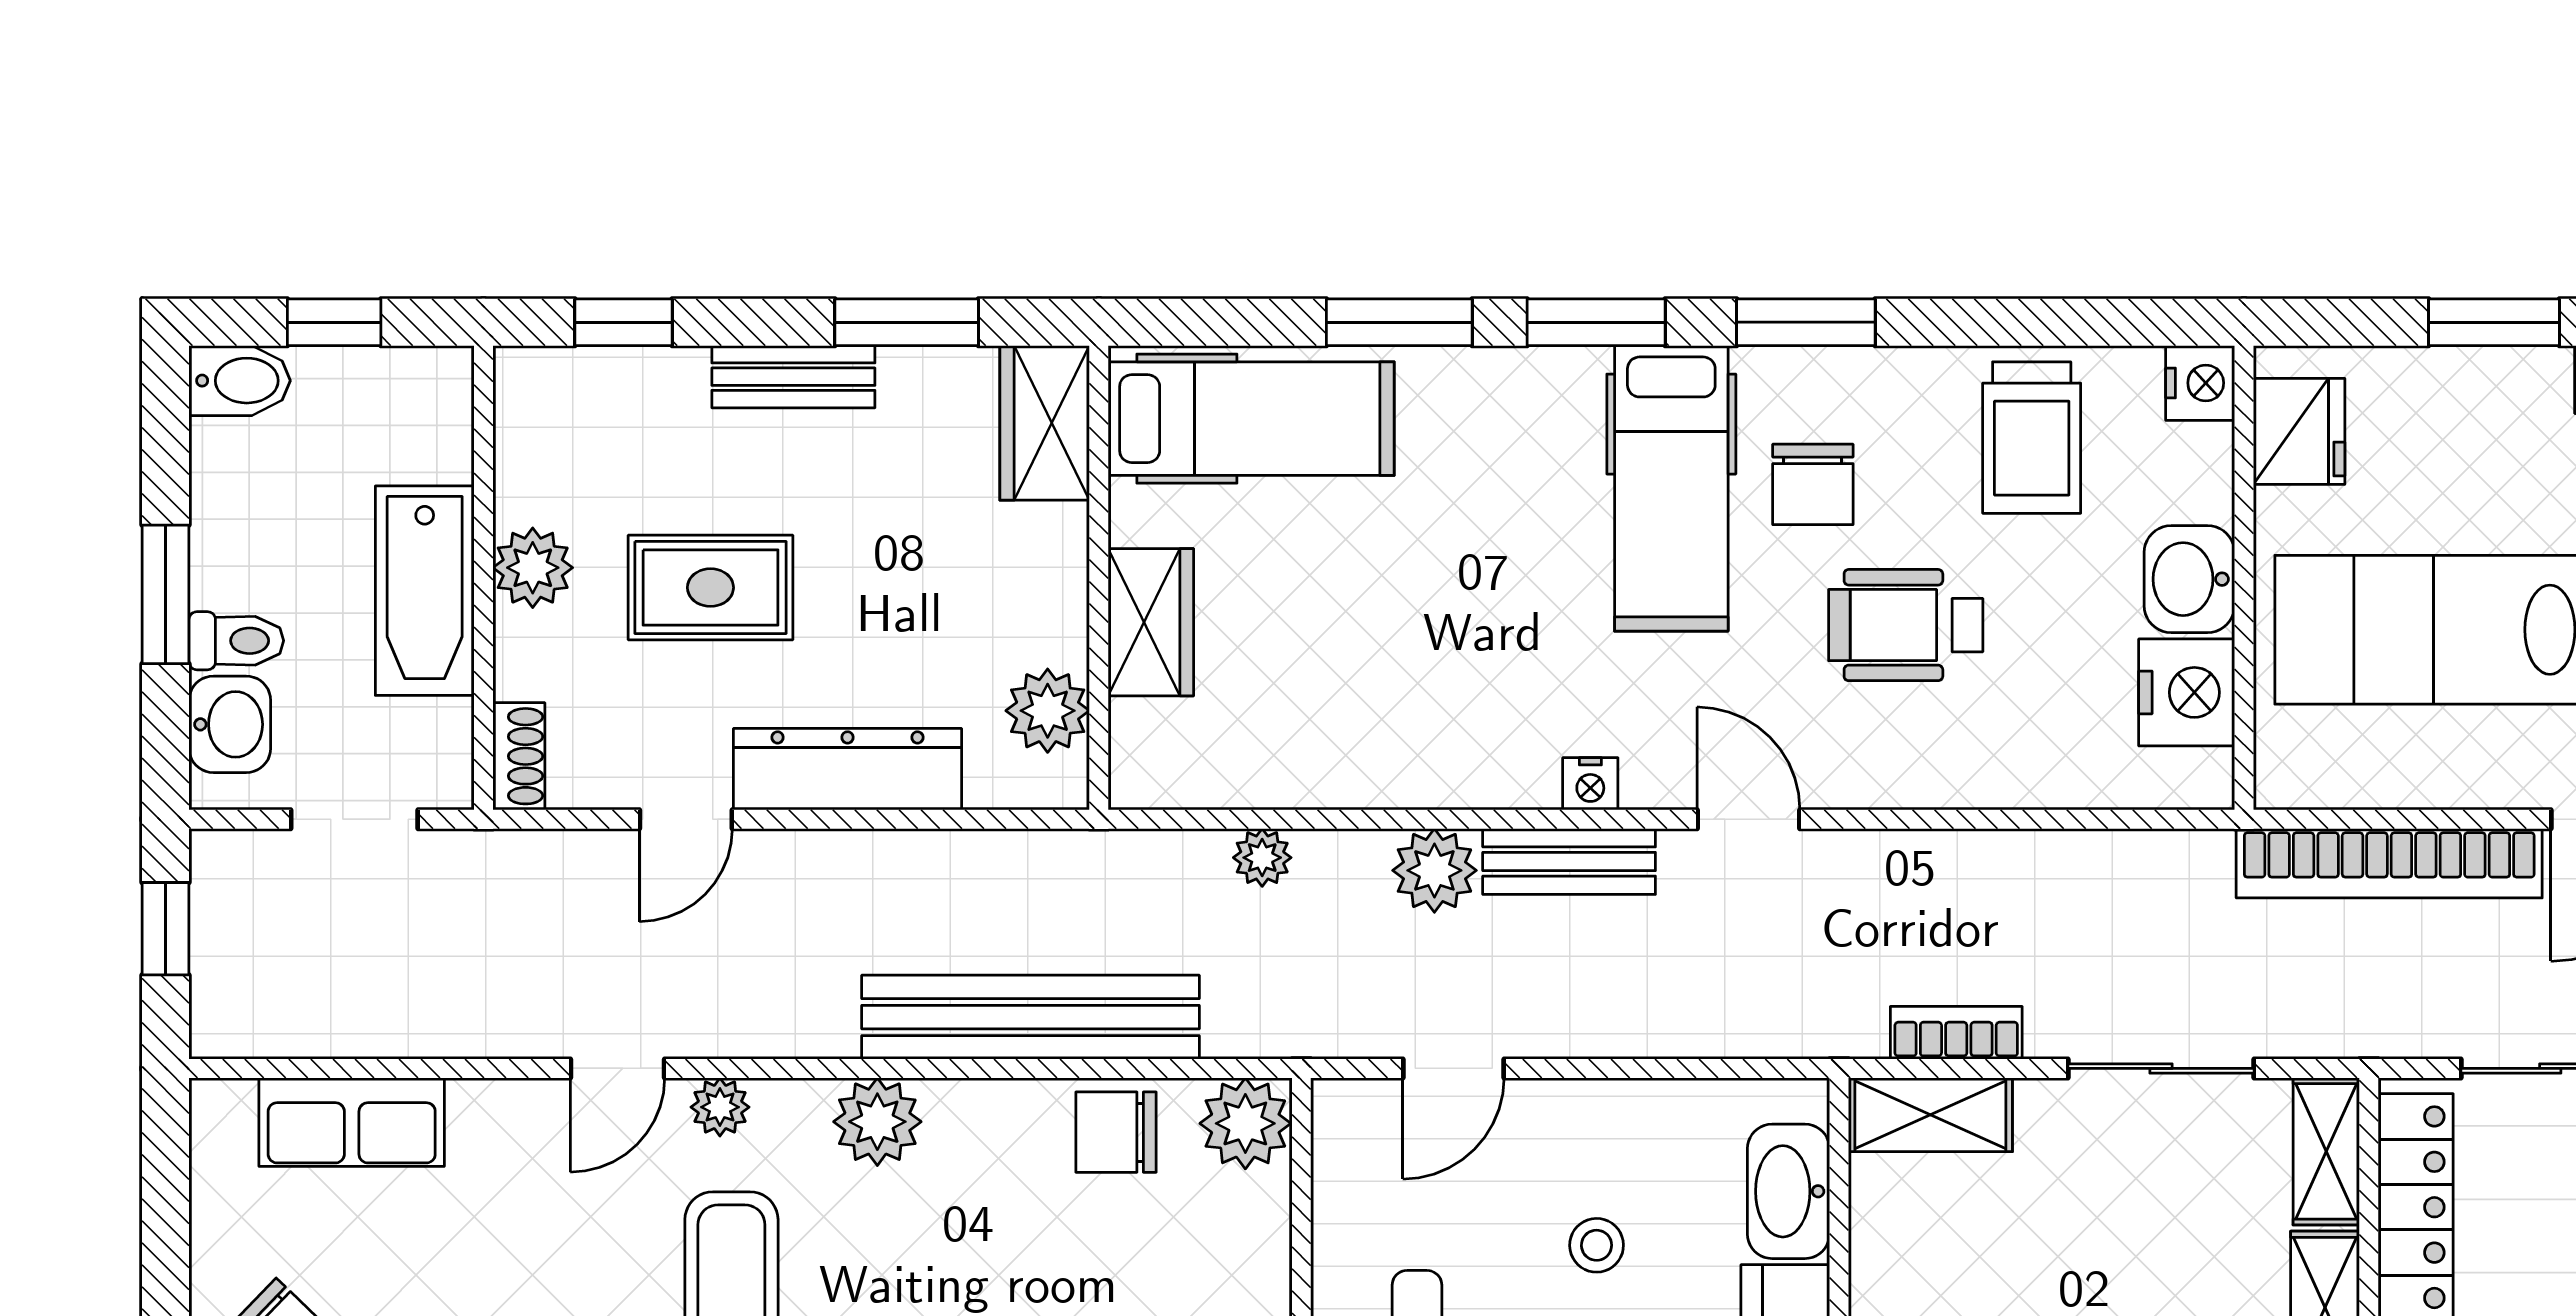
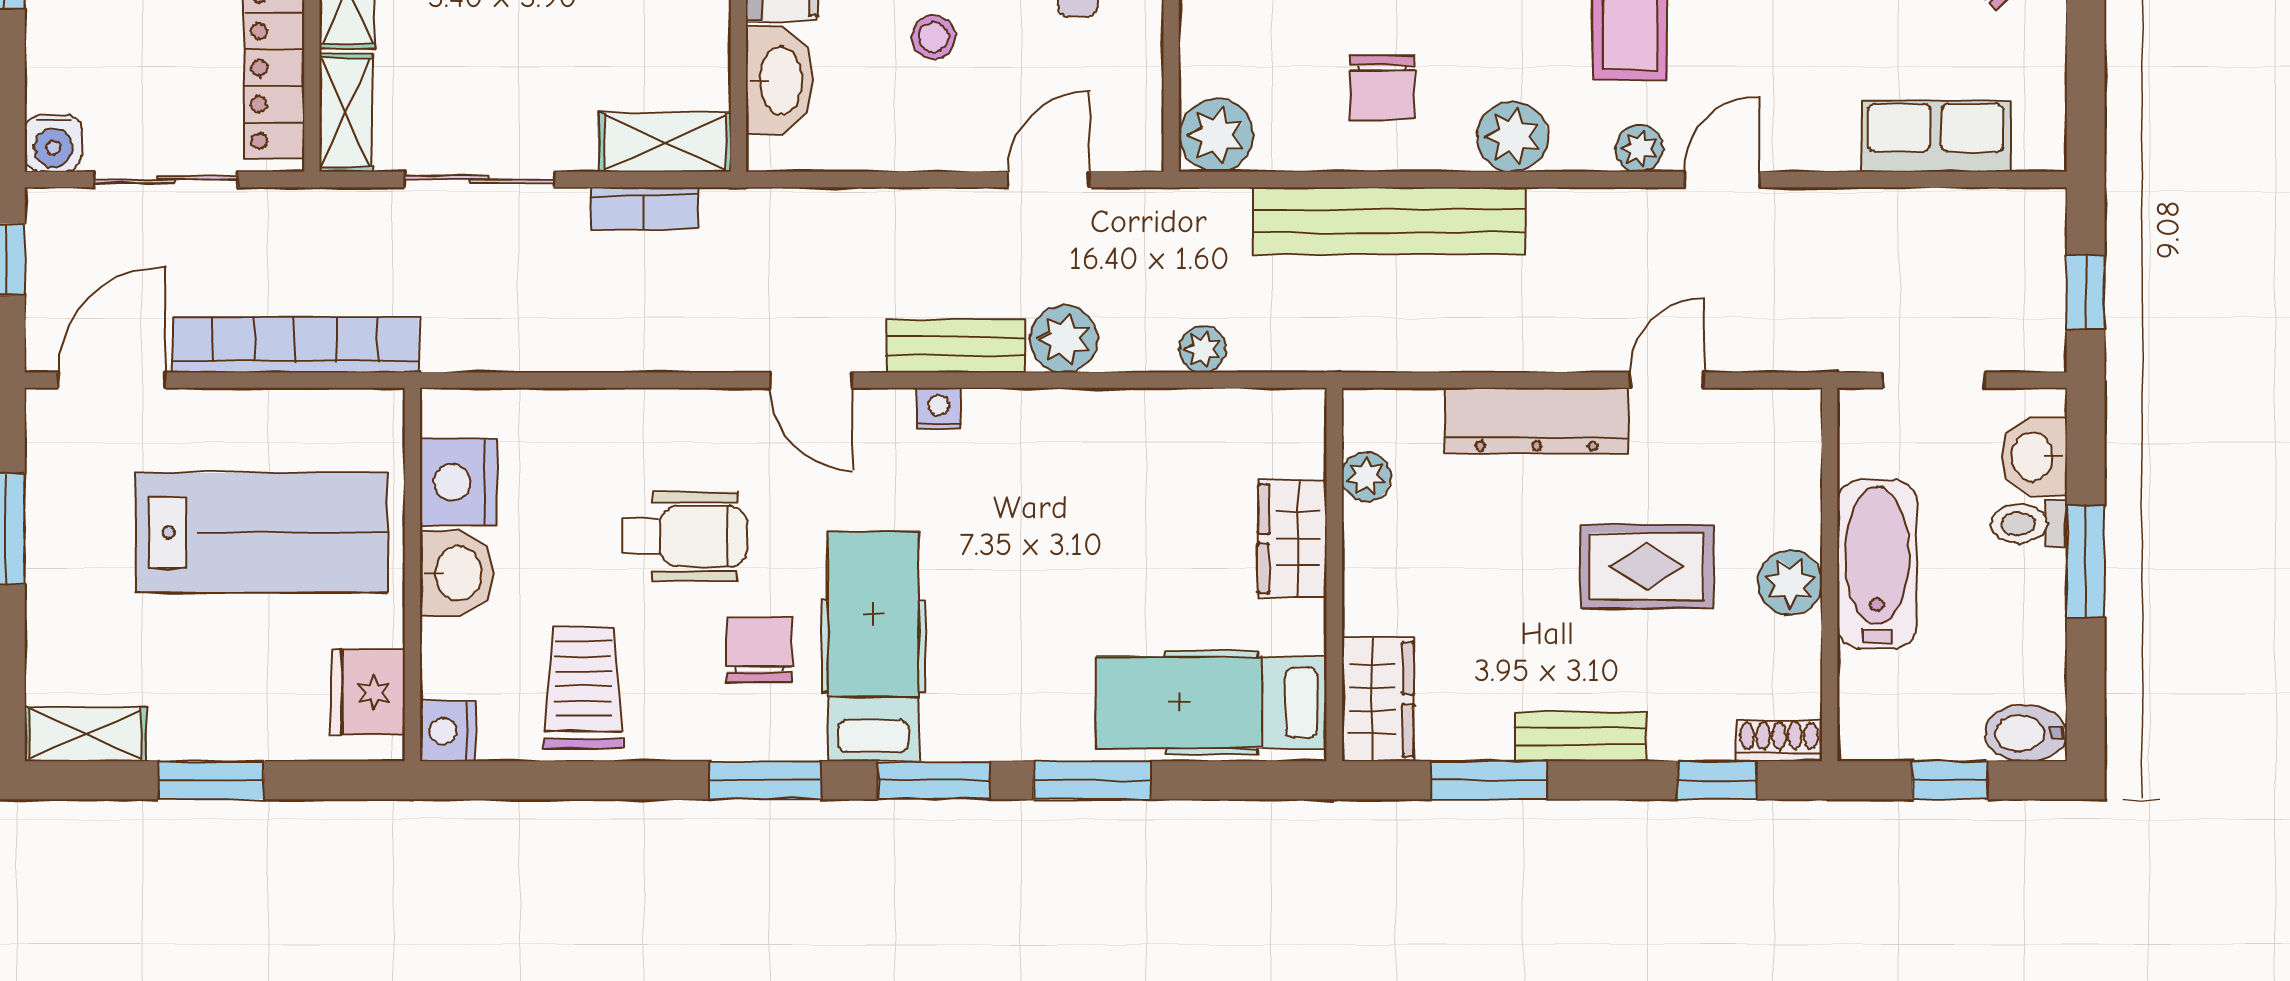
plant: (1048, 711) -> (1366, 477), width x0.73, depth x0.73
shoe rack: (519, 756) -> (1779, 741), moved, turned 90
chair: (1116, 1132) -> (1382, 88), moved, turned 90

